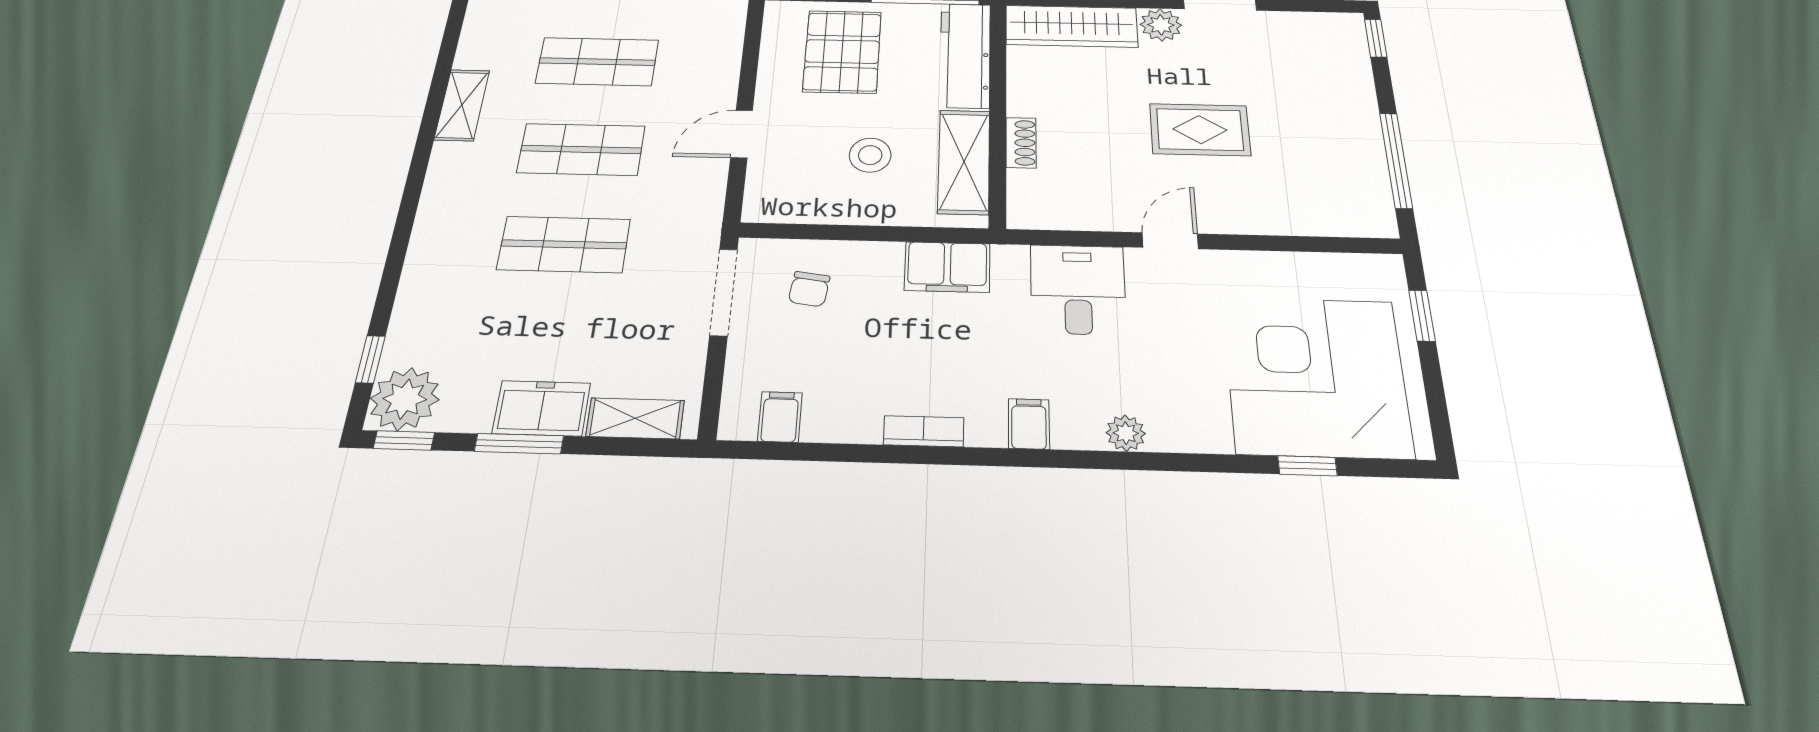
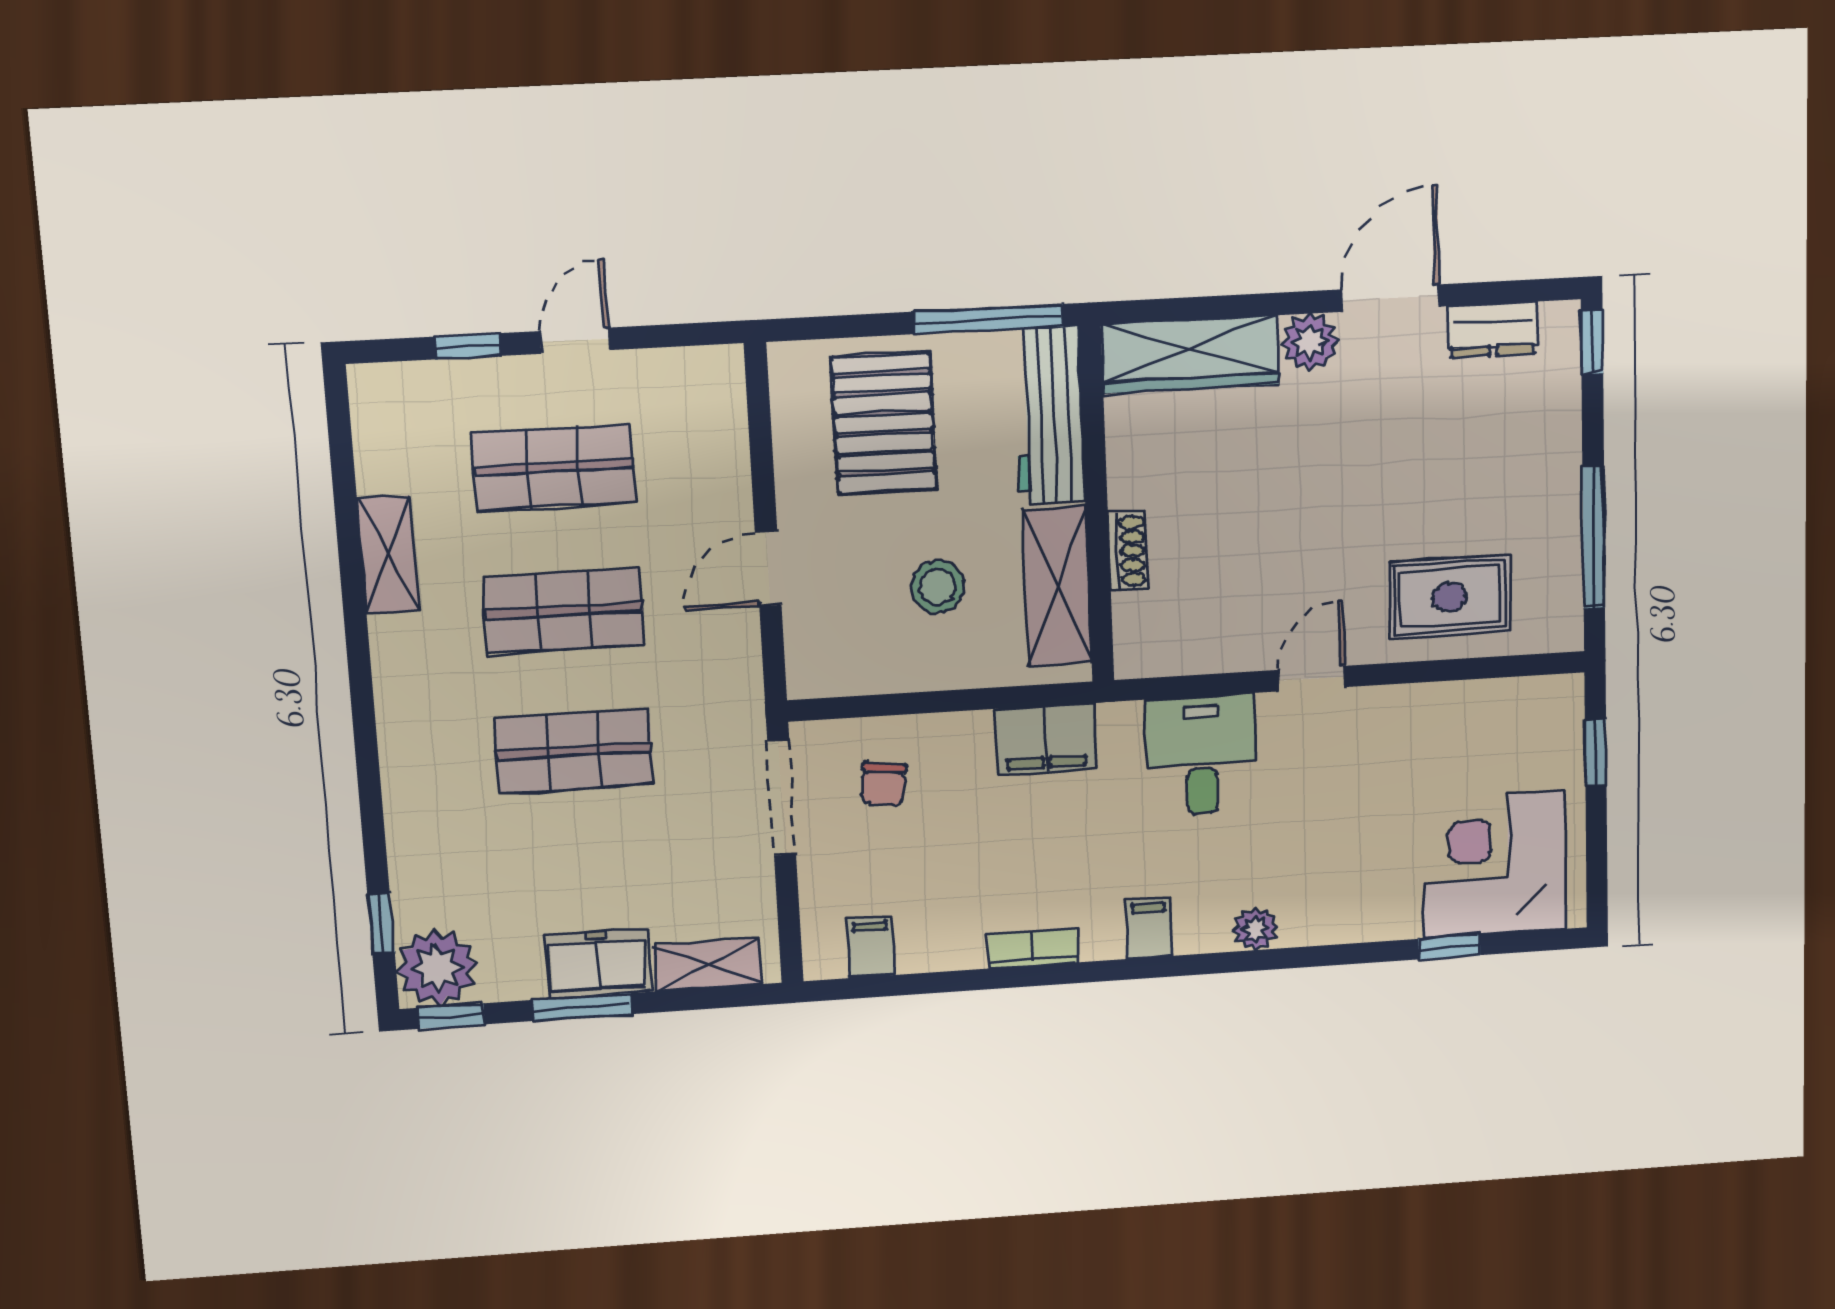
dresser: (1299, 26) -> (1493, 330), added
rug: (1200, 130) -> (1450, 597), moved
corner desk: (1316, 376) -> (1494, 864), width x0.74, depth x0.74

